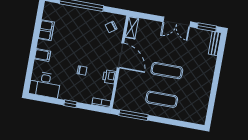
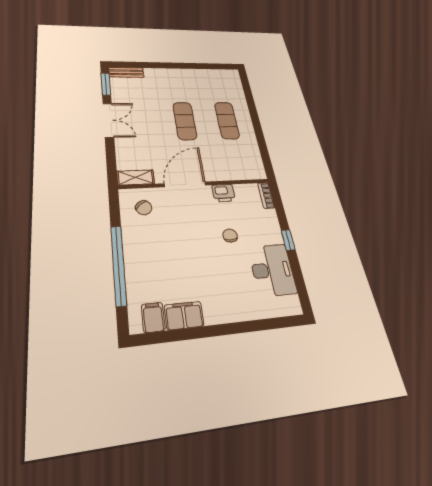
filing cabinet: (43, 55) -> (153, 317), moved
desk: (45, 85) -> (272, 270), moved
window: (134, 115) -> (264, 150), removed

